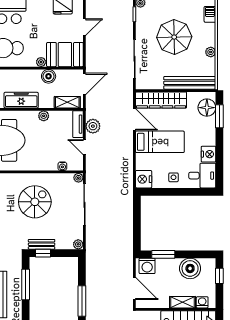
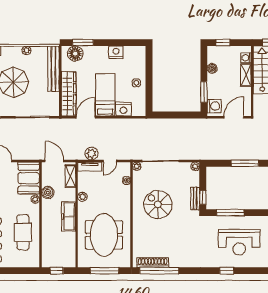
desk: (202, 176) -> (135, 58), removed
nightstand: (144, 179) -> (123, 109), moved
boiler: (190, 268) -> (212, 68), width x0.54, depth x0.54

